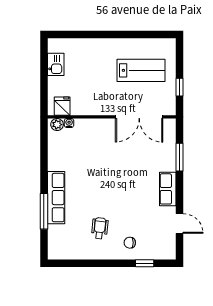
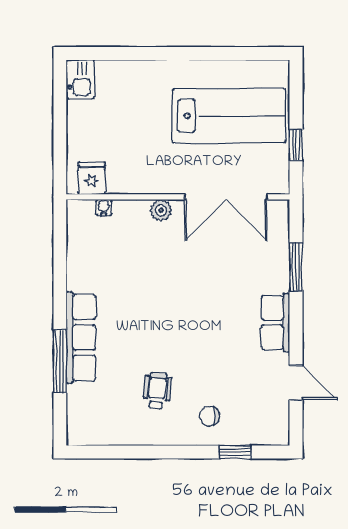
kitchen sink: (56, 64) -> (80, 79), moved
lab bench: (141, 70) -> (229, 116), width x1.36, depth x1.39
plant: (57, 125) -> (161, 210), moved

